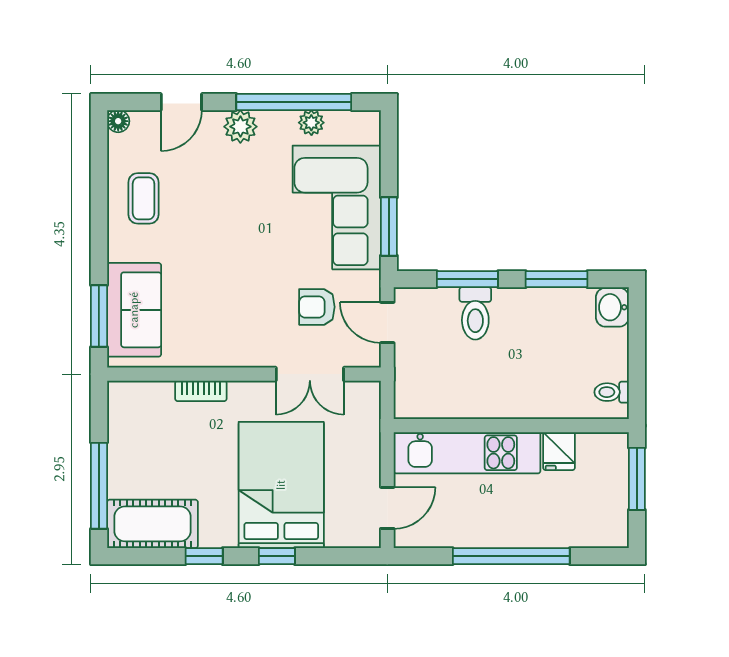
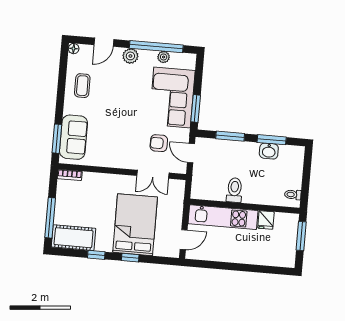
washbasin: (612, 307) -> (269, 151), moved, turned -90
toilet: (475, 313) -> (234, 190), moved, turned 180
bookcase: (201, 391) -> (70, 175), moved
window: (511, 556) -> (239, 267), removed

